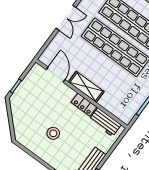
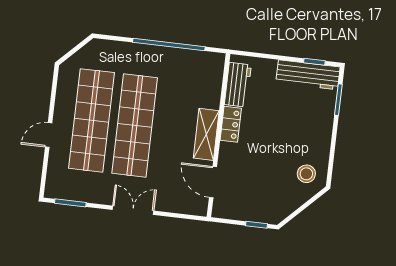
door: (56, 75) -> (213, 182), hinge flipped
stool: (53, 133) -> (306, 174), moved

